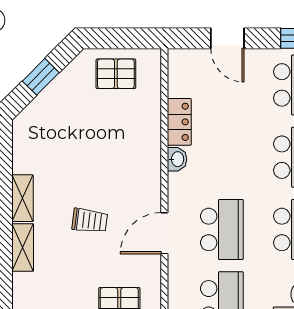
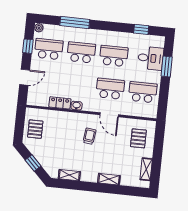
shelving: (23, 198) -> (69, 175), moved
trolley: (90, 221) -> (90, 136), moved

